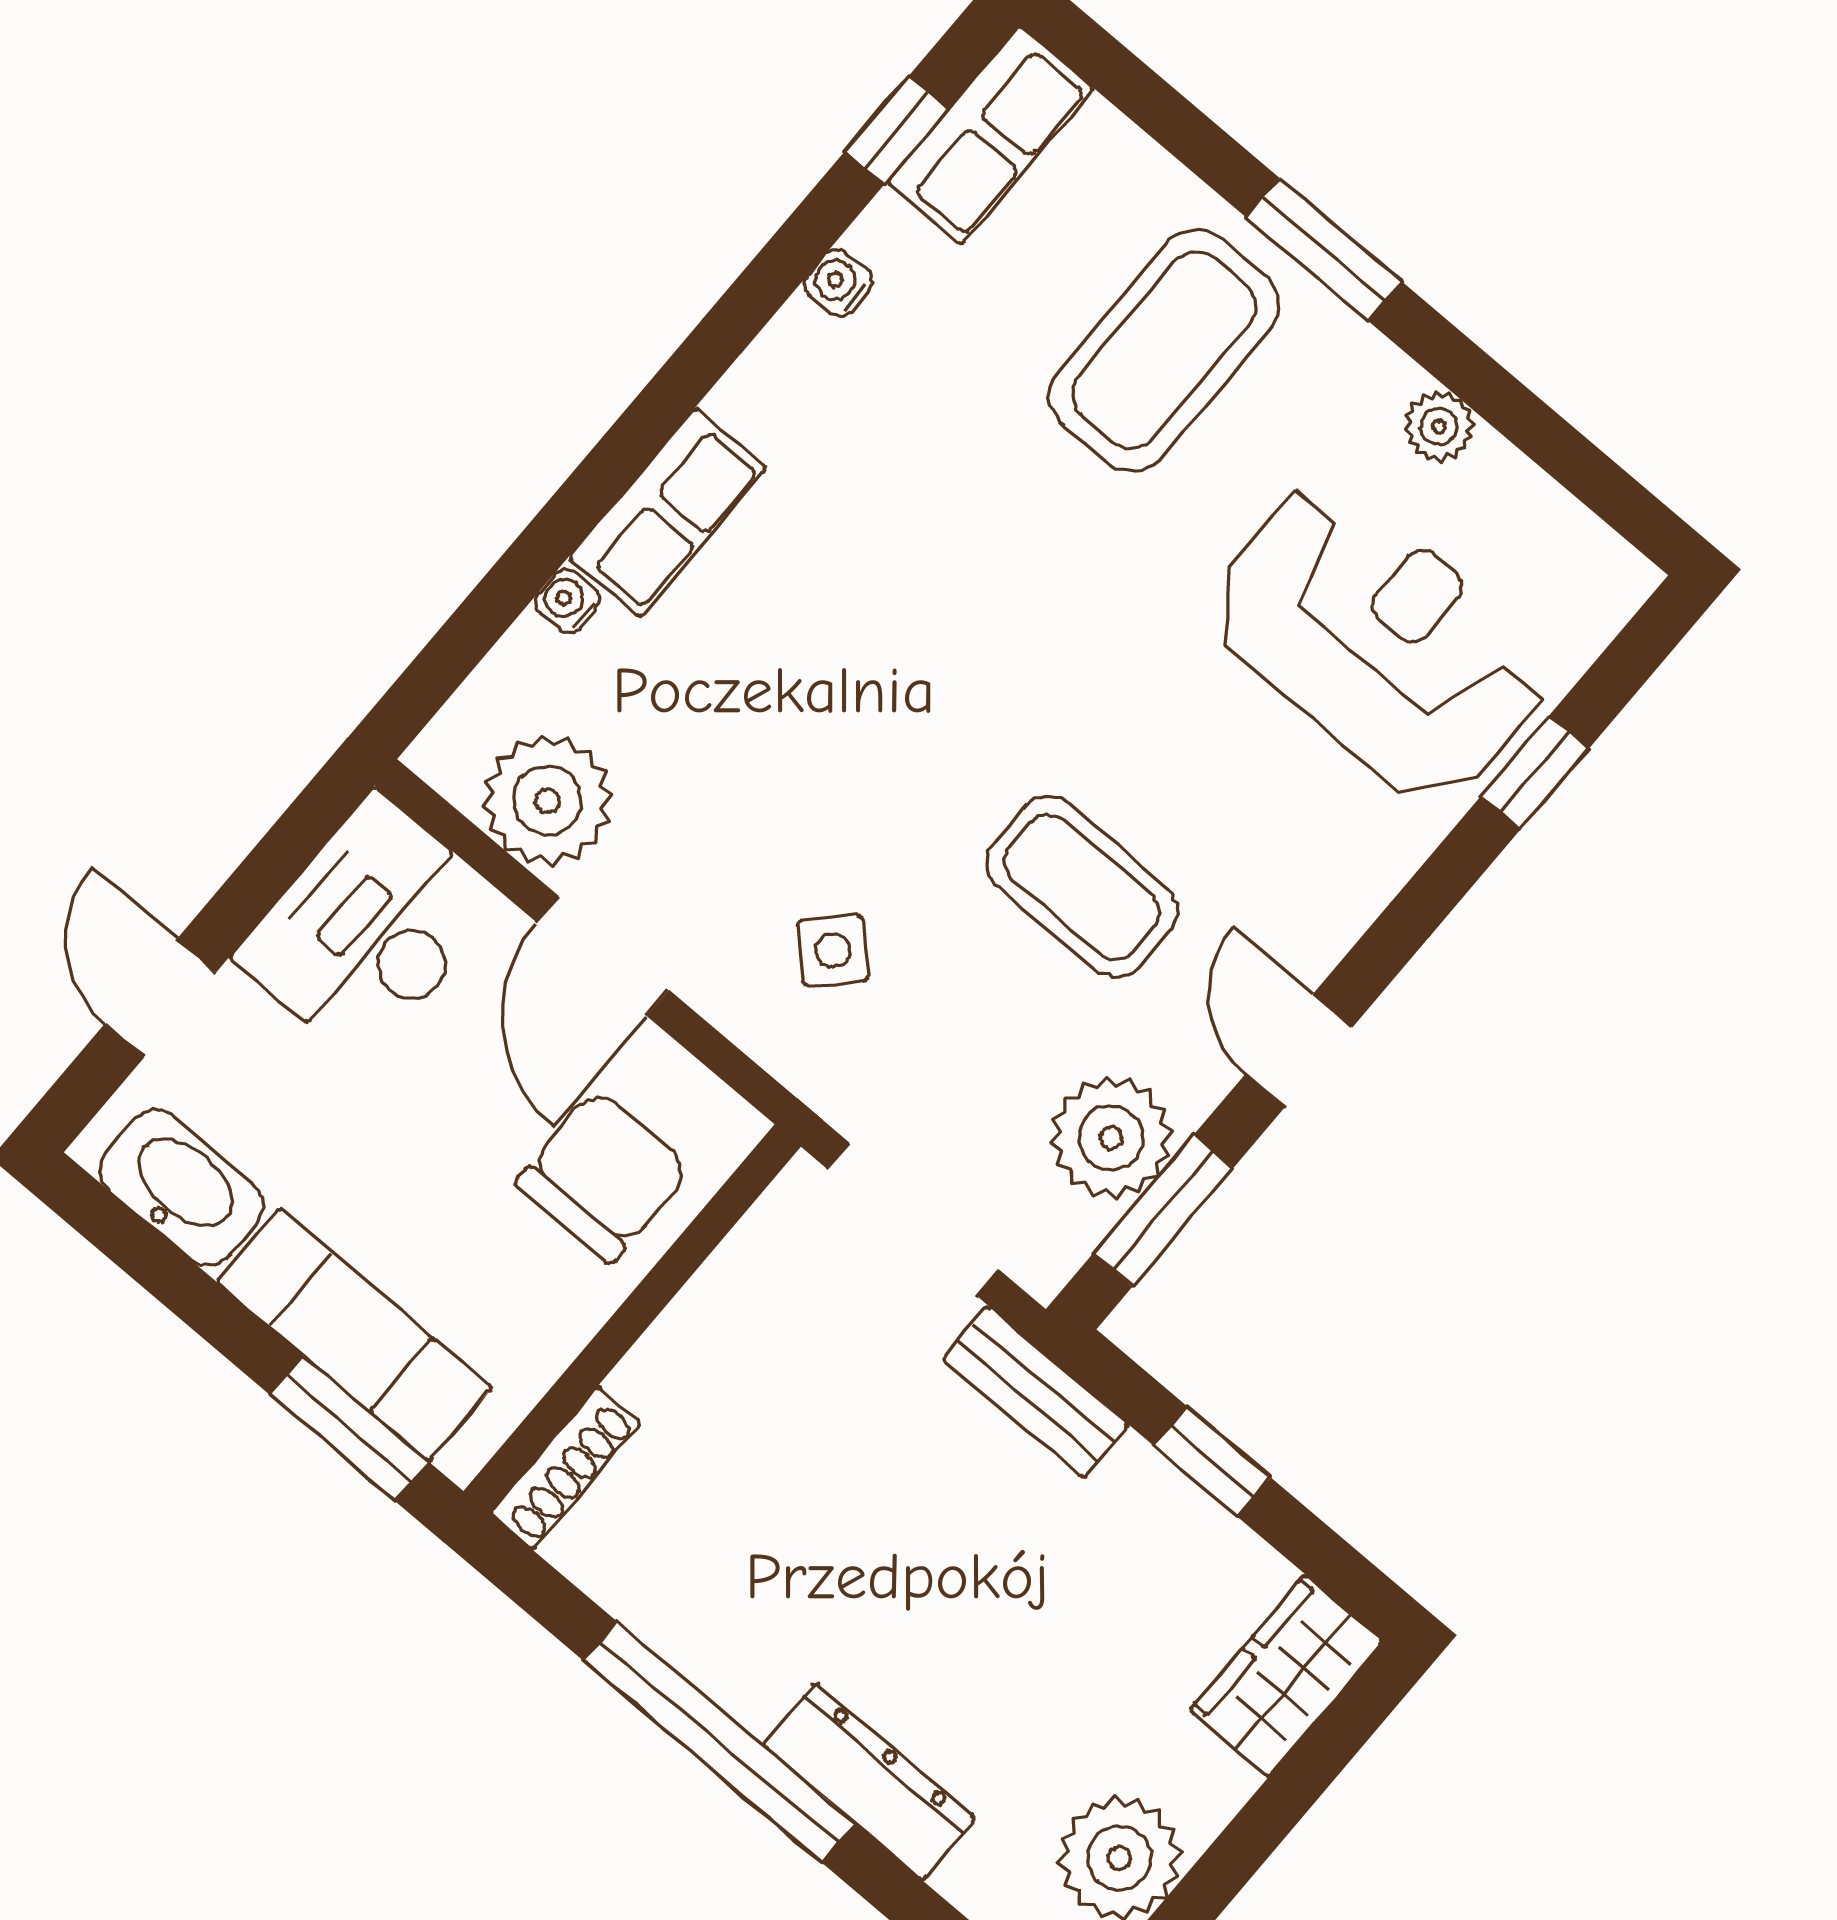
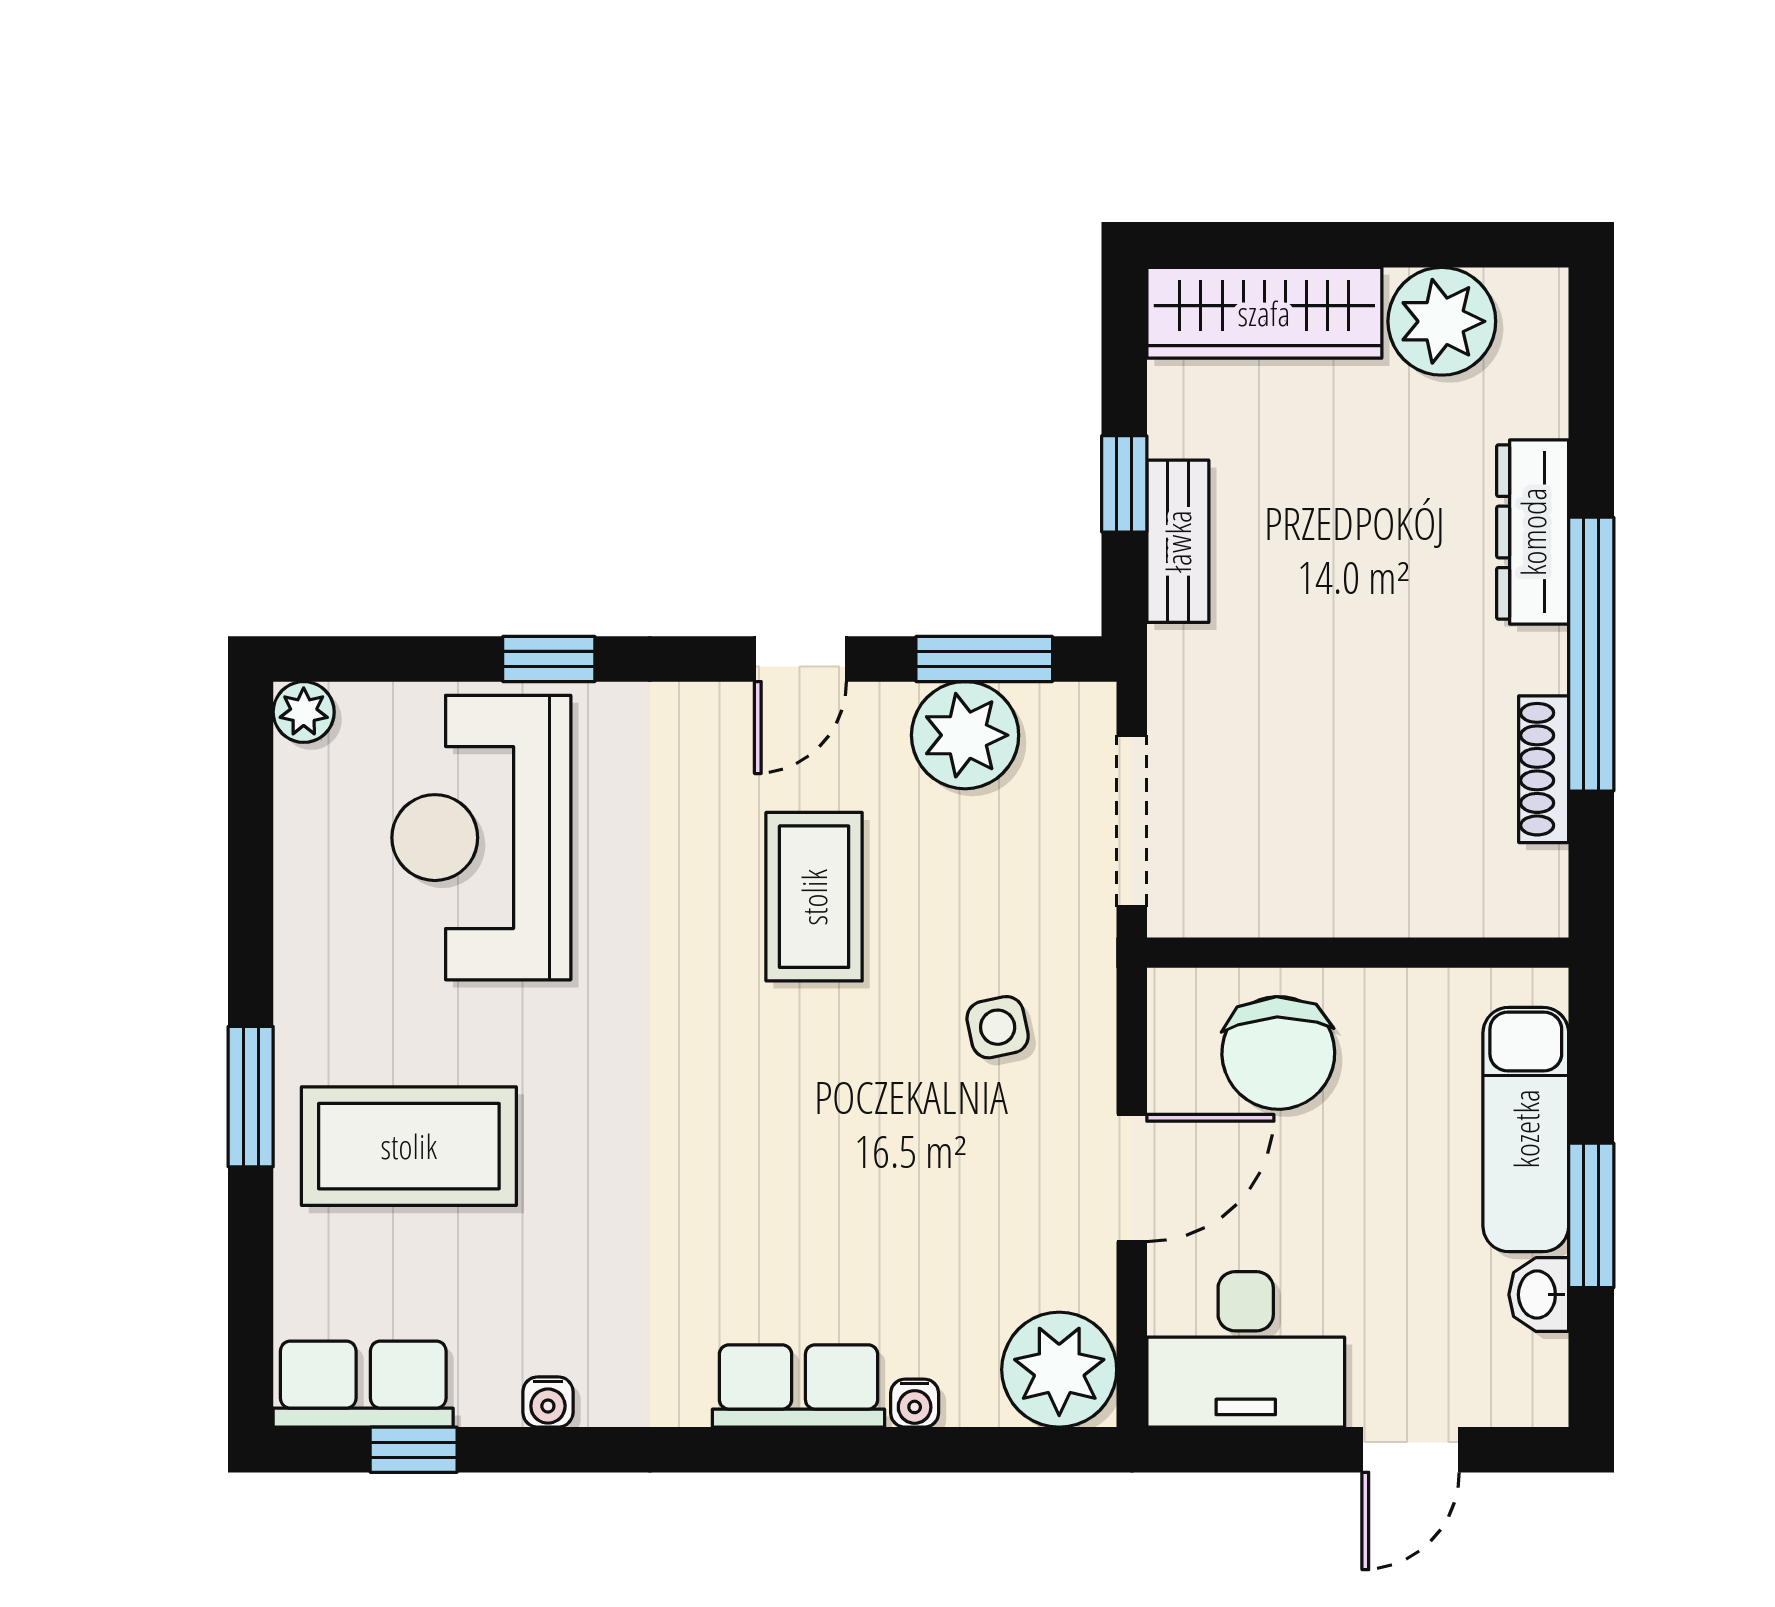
plant: (1439, 426) -> (304, 712), moved
window: (1535, 772) -> (549, 659), moved
plant: (547, 800) -> (1059, 1370), moved
side table: (833, 951) -> (998, 1027), turned 33
chair: (603, 1176) -> (1278, 1053), turned -92
washbasin: (181, 1188) -> (1539, 1295), width x0.52, depth x0.69
bench: (1036, 1392) -> (1178, 541), moved
window: (349, 1428) -> (1591, 1215), moved
shoe rack: (565, 1468) -> (1544, 769), moved, turned -90
wardrobe: (1287, 1676) -> (1264, 313), width x1.50

